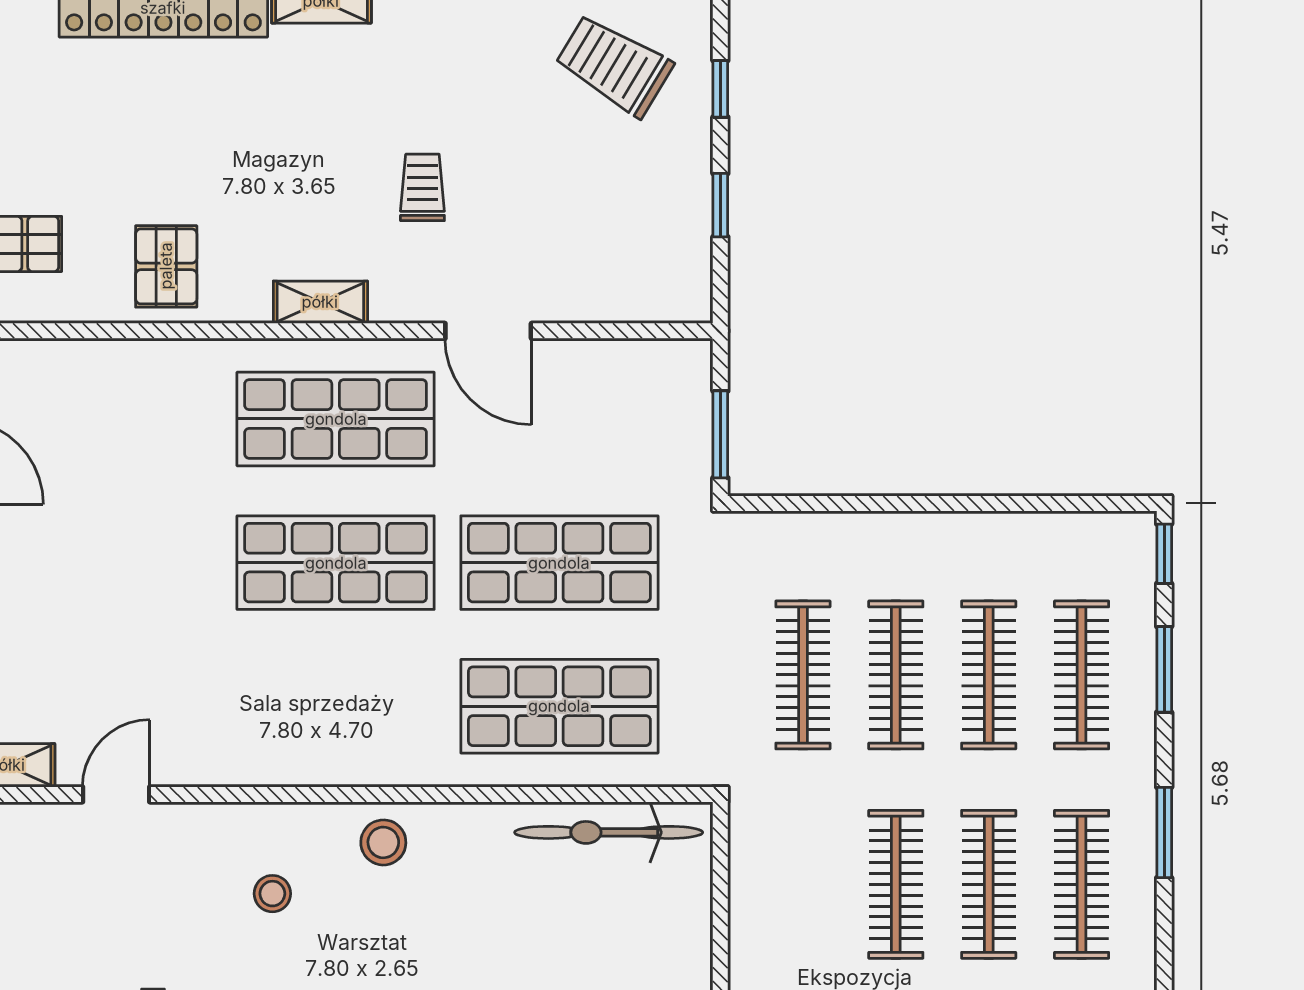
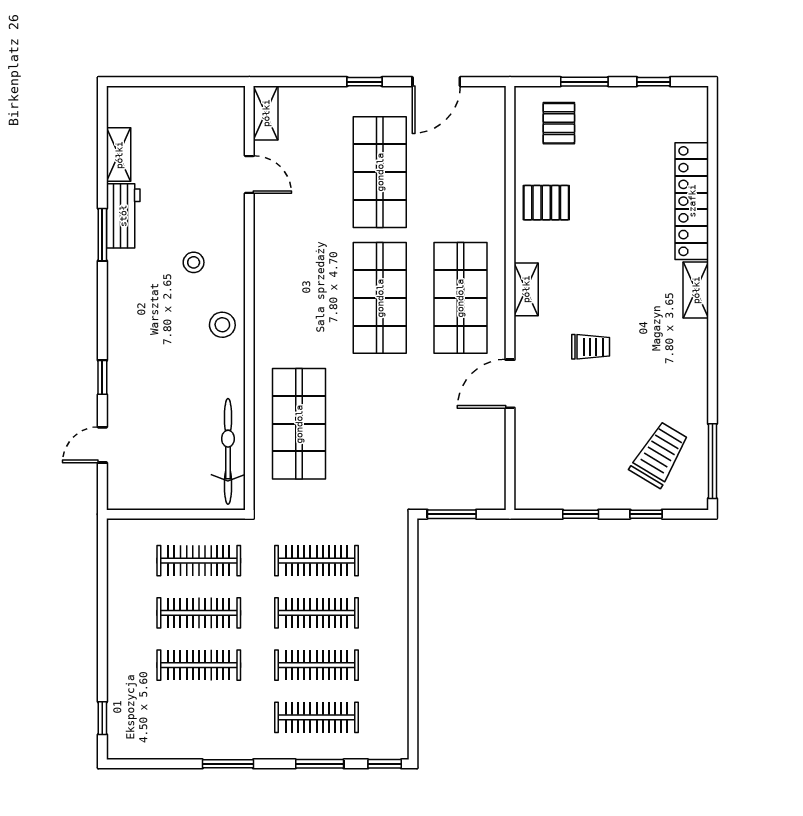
shop shelf: (559, 563) -> (380, 172), moved
clothes rail: (1082, 884) -> (199, 561), moved

